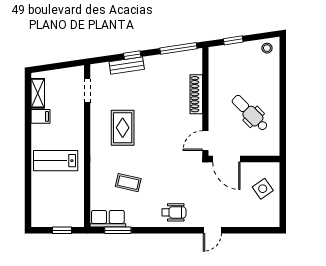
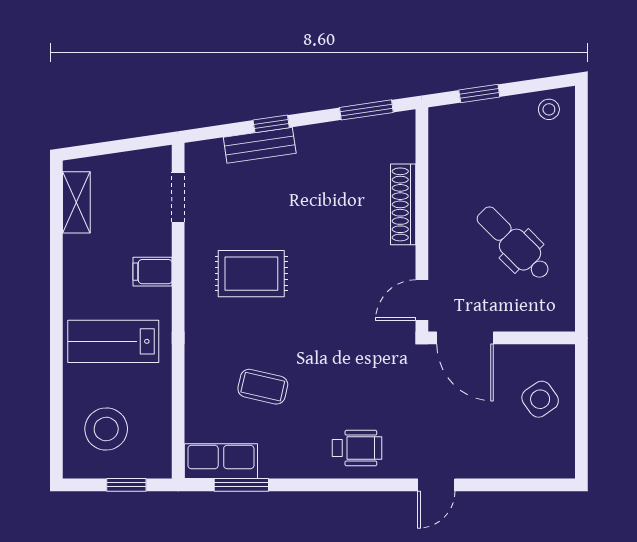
window: (178, 48) -> (366, 110), width x0.69
filing cabinet: (40, 116) -> (152, 272), moved, turned 180
rug: (123, 128) -> (251, 274), turned 90
stool: (52, 203) -> (106, 429), added

